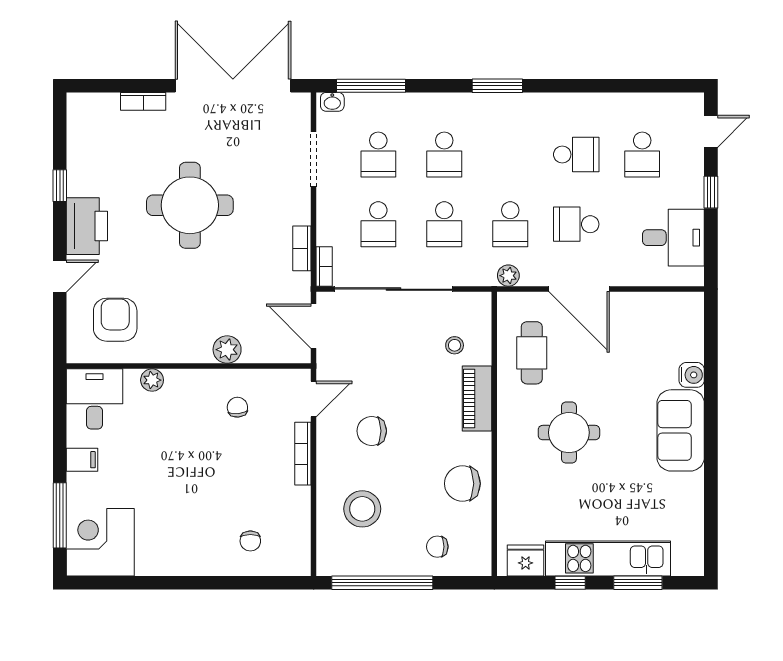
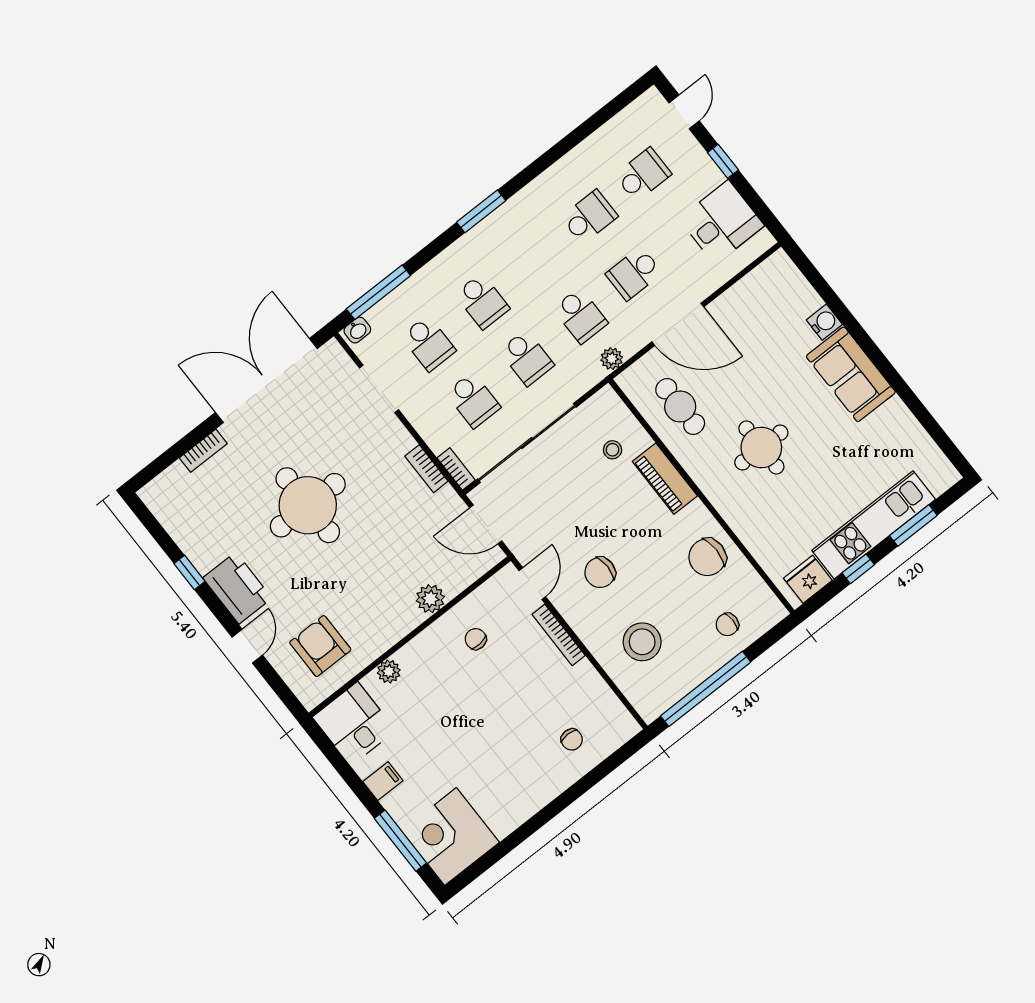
school desk: (642, 154) -> (643, 175), turned -90

